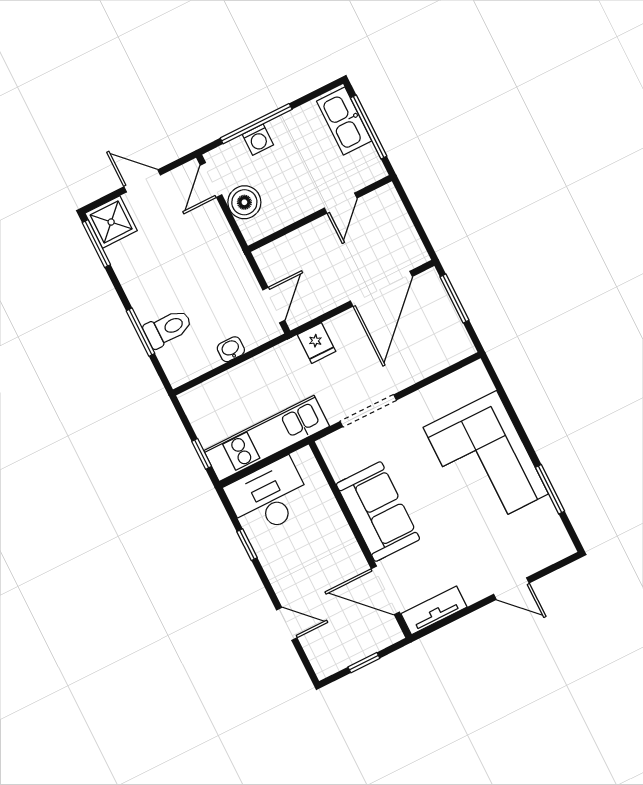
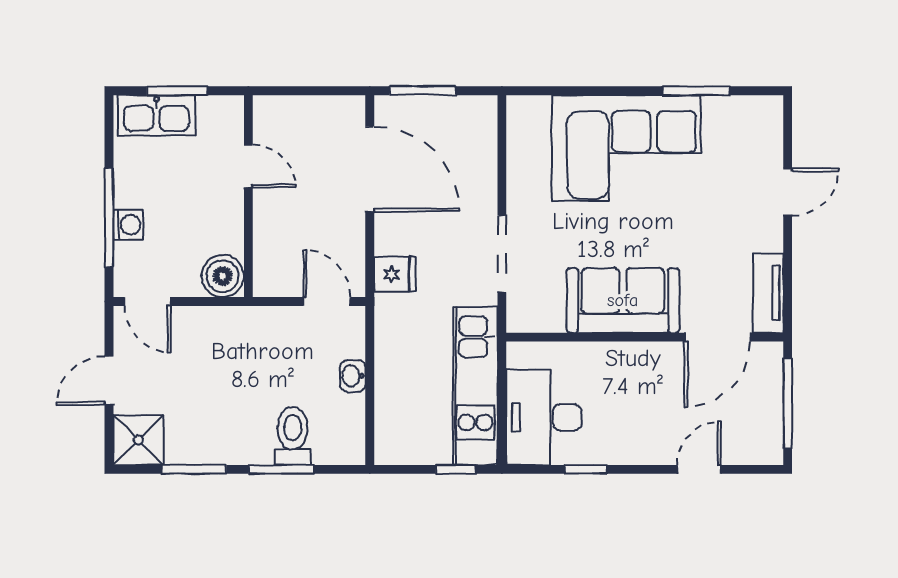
window: (369, 127) -> (177, 91), width x0.69
boiler: (244, 202) -> (223, 276), moved
window: (96, 244) -> (194, 469), moved
window: (364, 663) -> (788, 403), width x2.17

